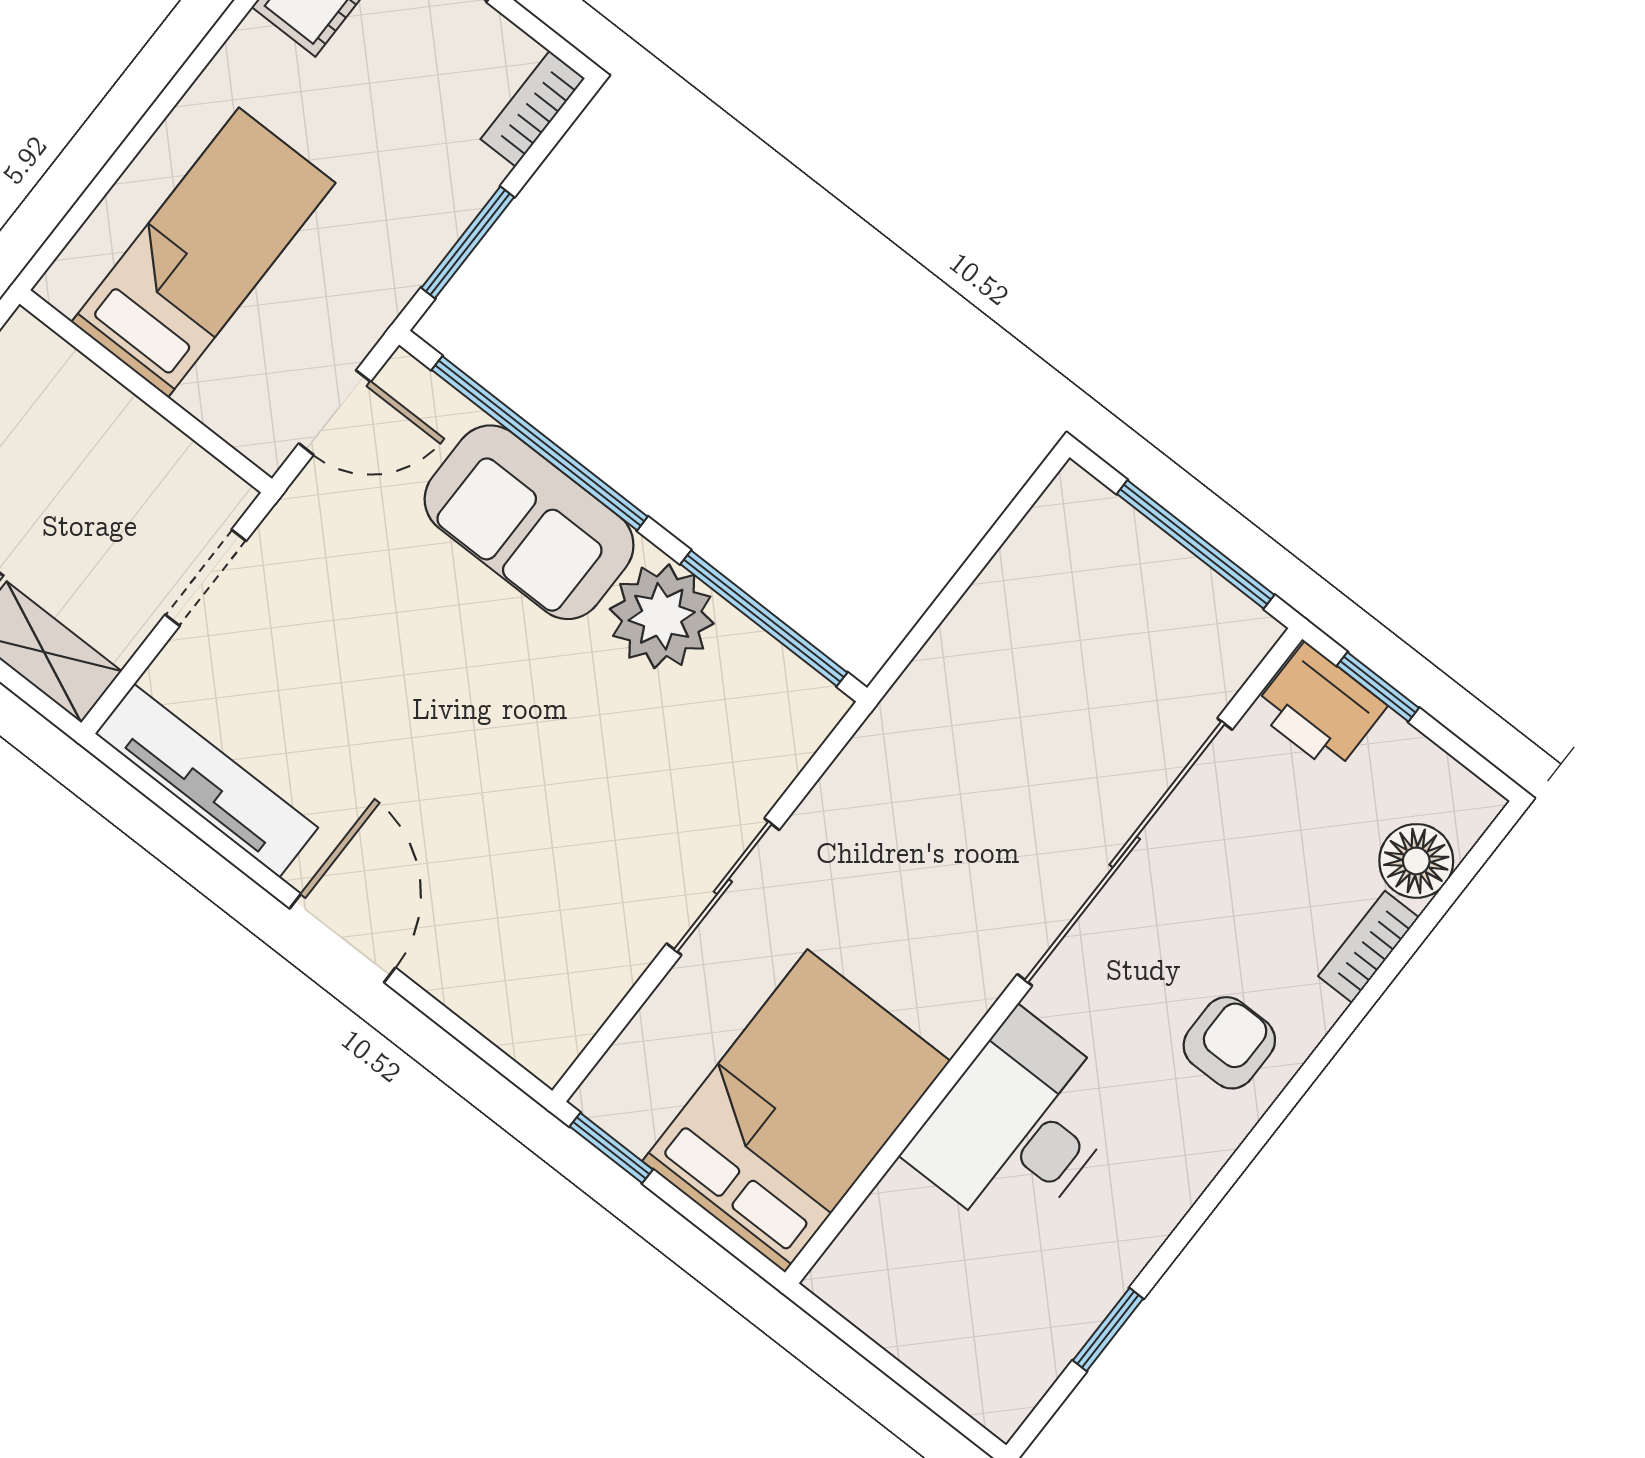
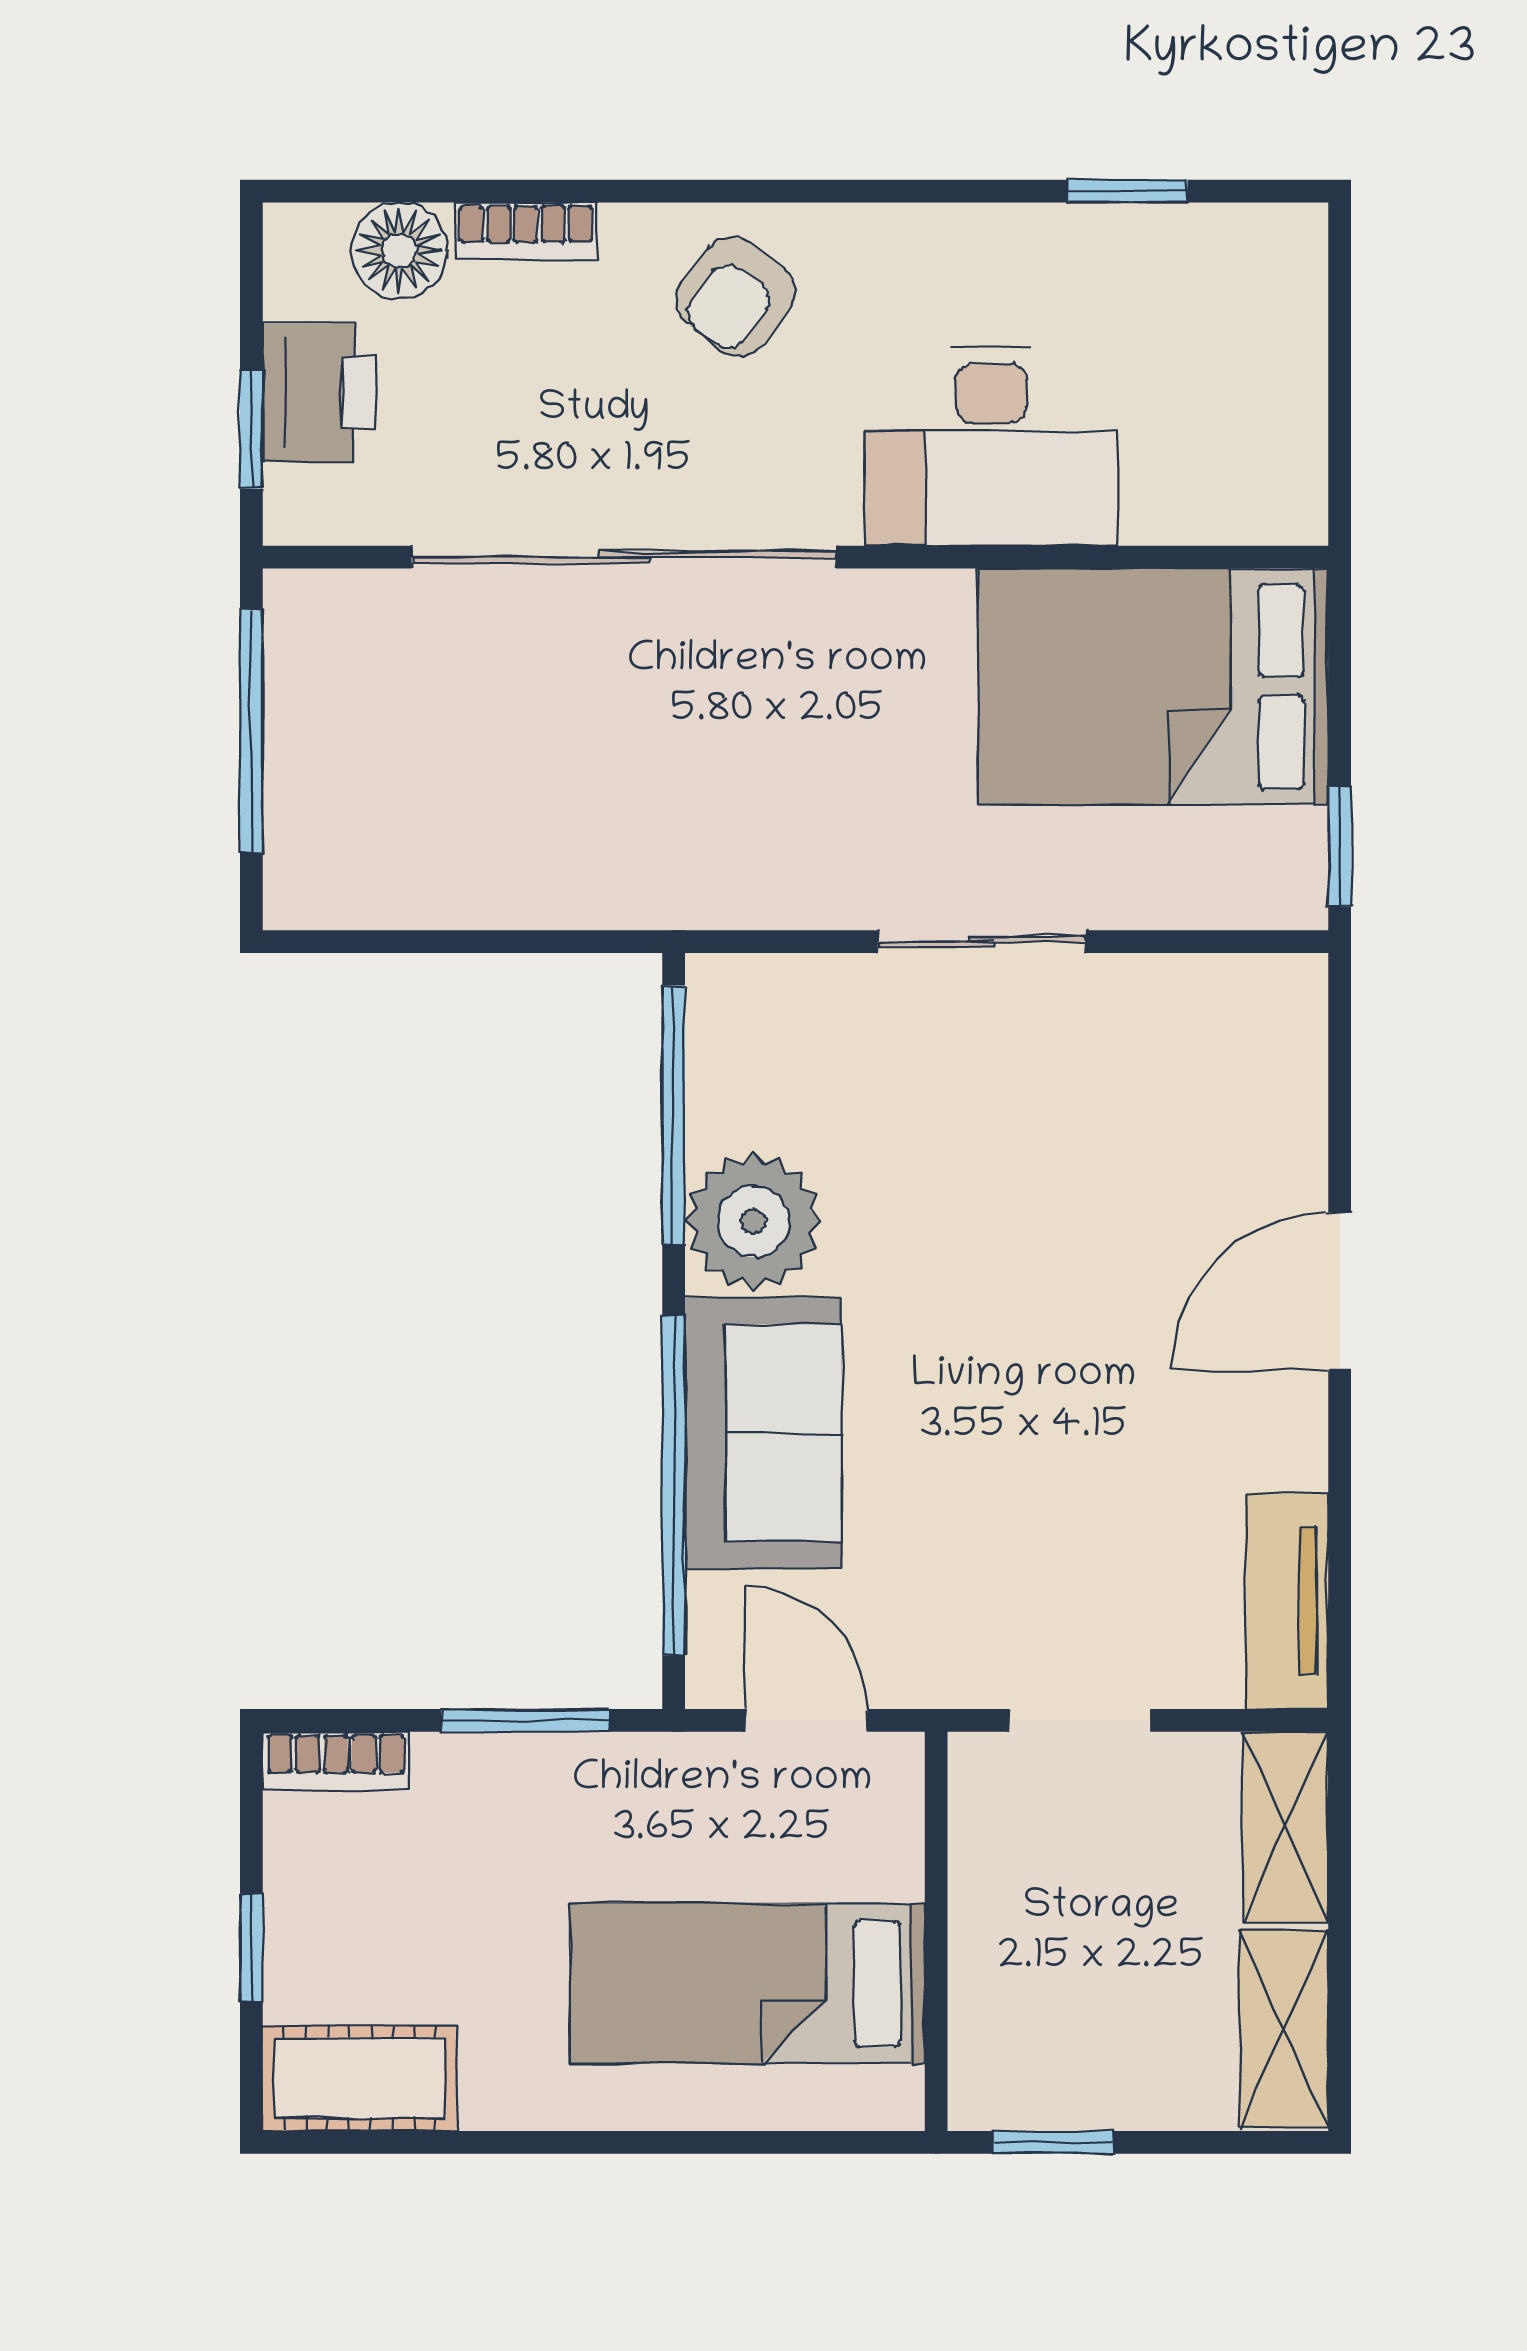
printer: (1320, 708) -> (320, 393), moved
tv unit: (207, 781) -> (1287, 1601), width x0.71
armchair: (1229, 1043) -> (736, 297), turned -53

